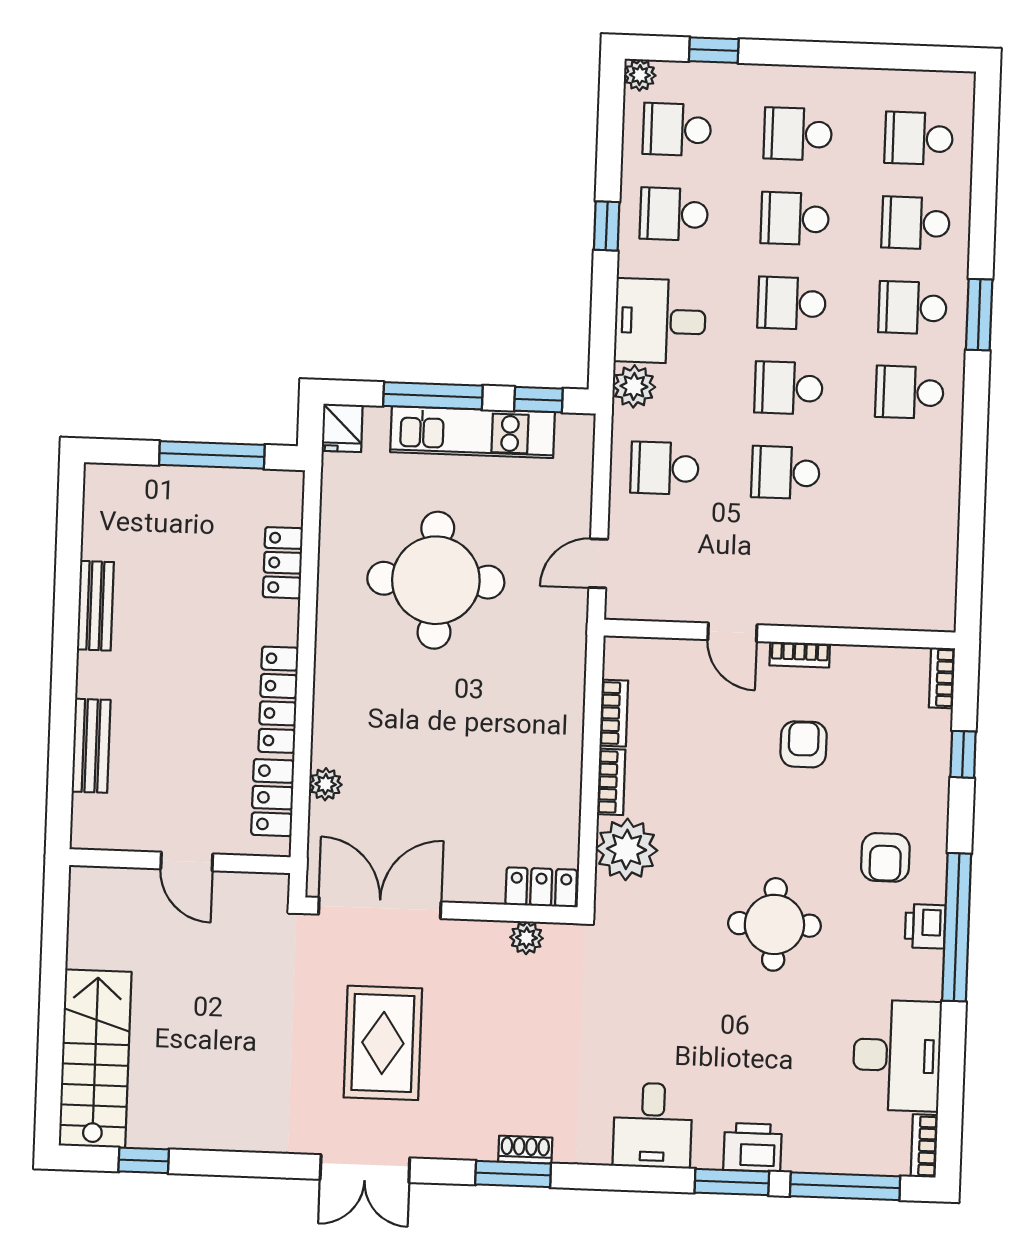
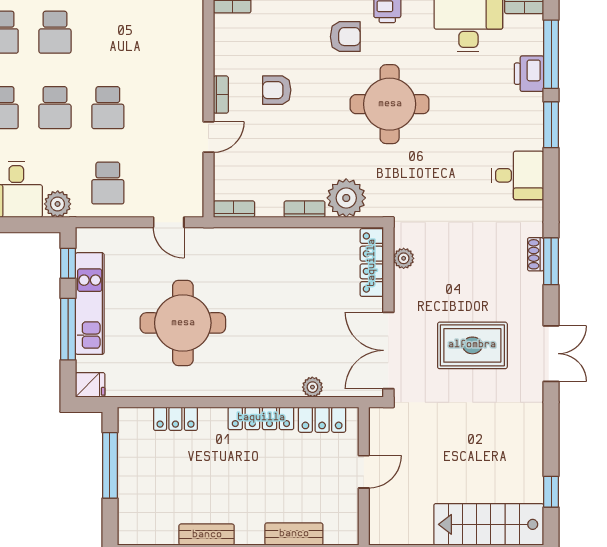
bookcase: (614, 713) -> (234, 209), moved
locker: (541, 887) -> (372, 263), width x1.53
round table: (774, 924) -> (390, 104), width x1.36, depth x1.36
printer: (753, 1147) -> (529, 74), moved

